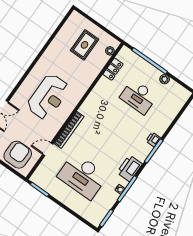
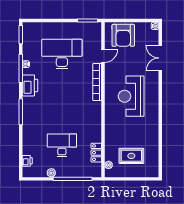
rug: (85, 45) -> (131, 156), turned 90
printer: (153, 140) -> (27, 161), moved

